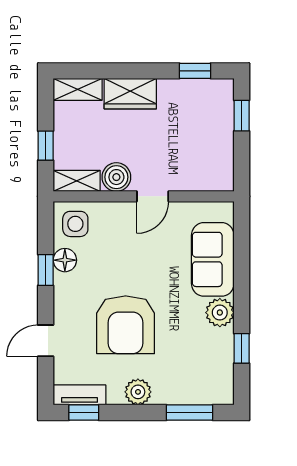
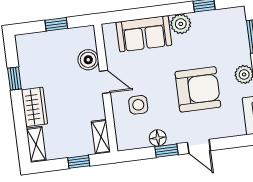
window: (195, 71) -> (14, 78), moved
window: (242, 116) -> (56, 24), moved
boiler: (116, 177) -> (88, 60), moved
side table: (75, 224) -> (138, 105), moved
door: (46, 341) -> (199, 146), moved

